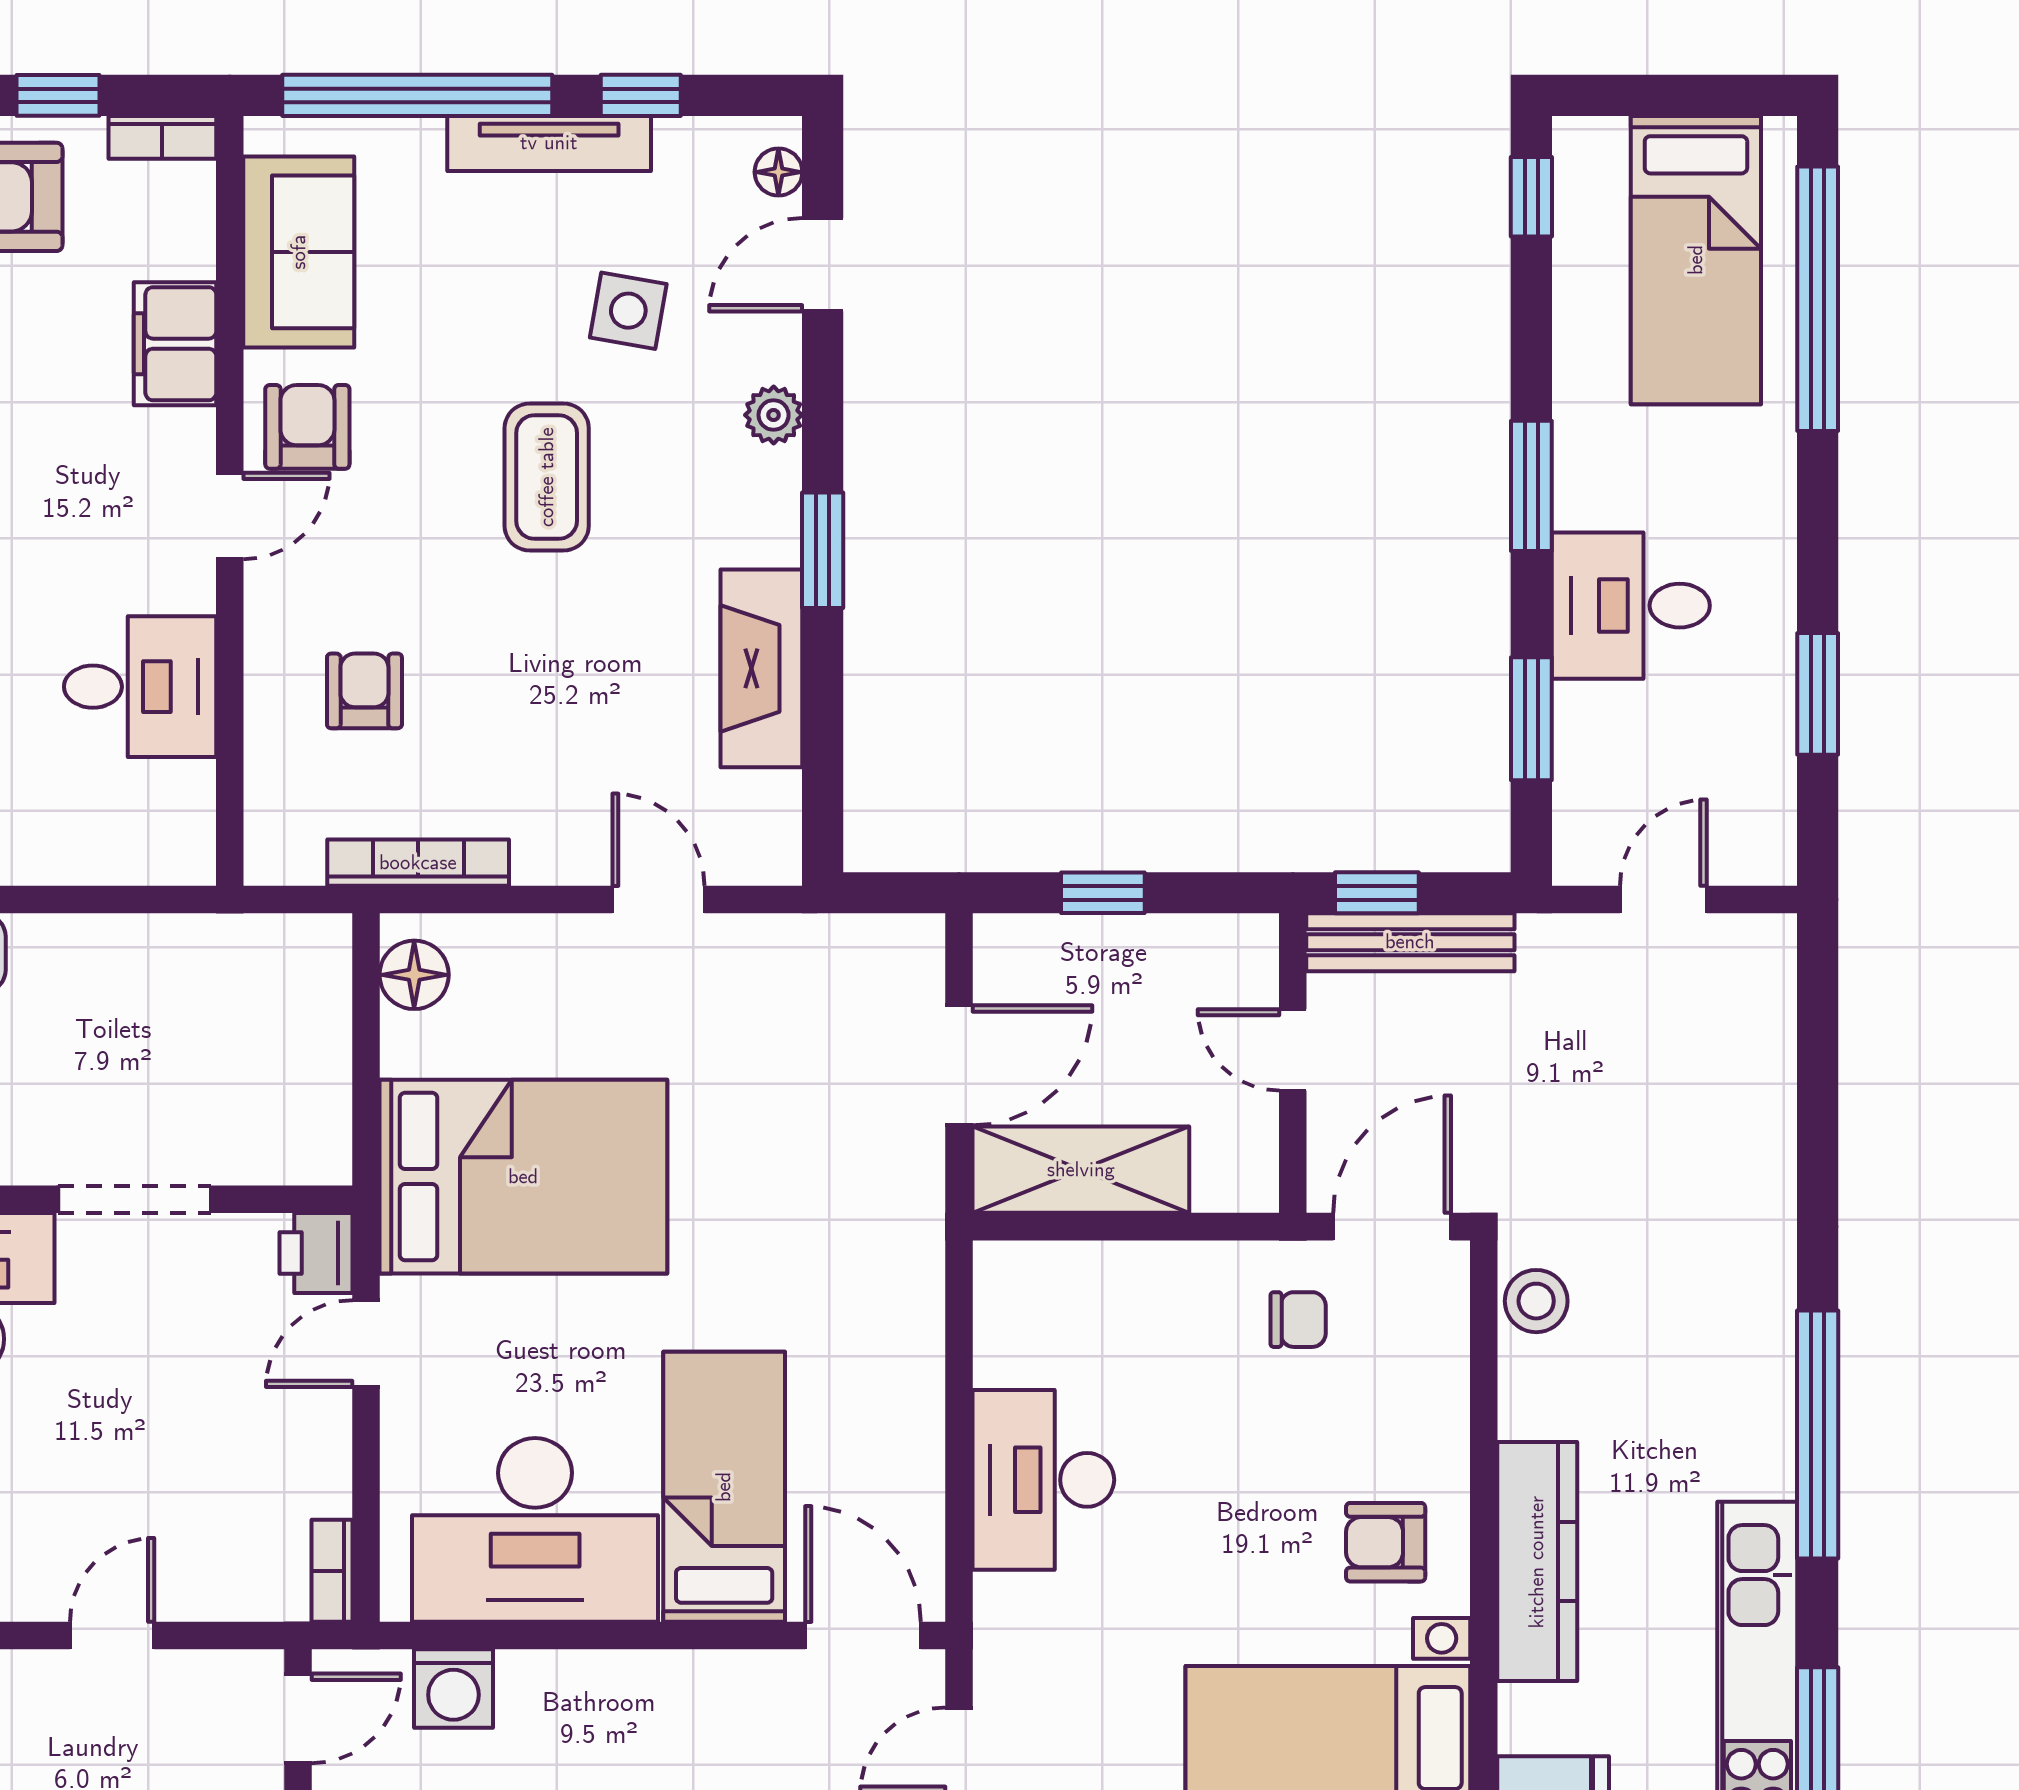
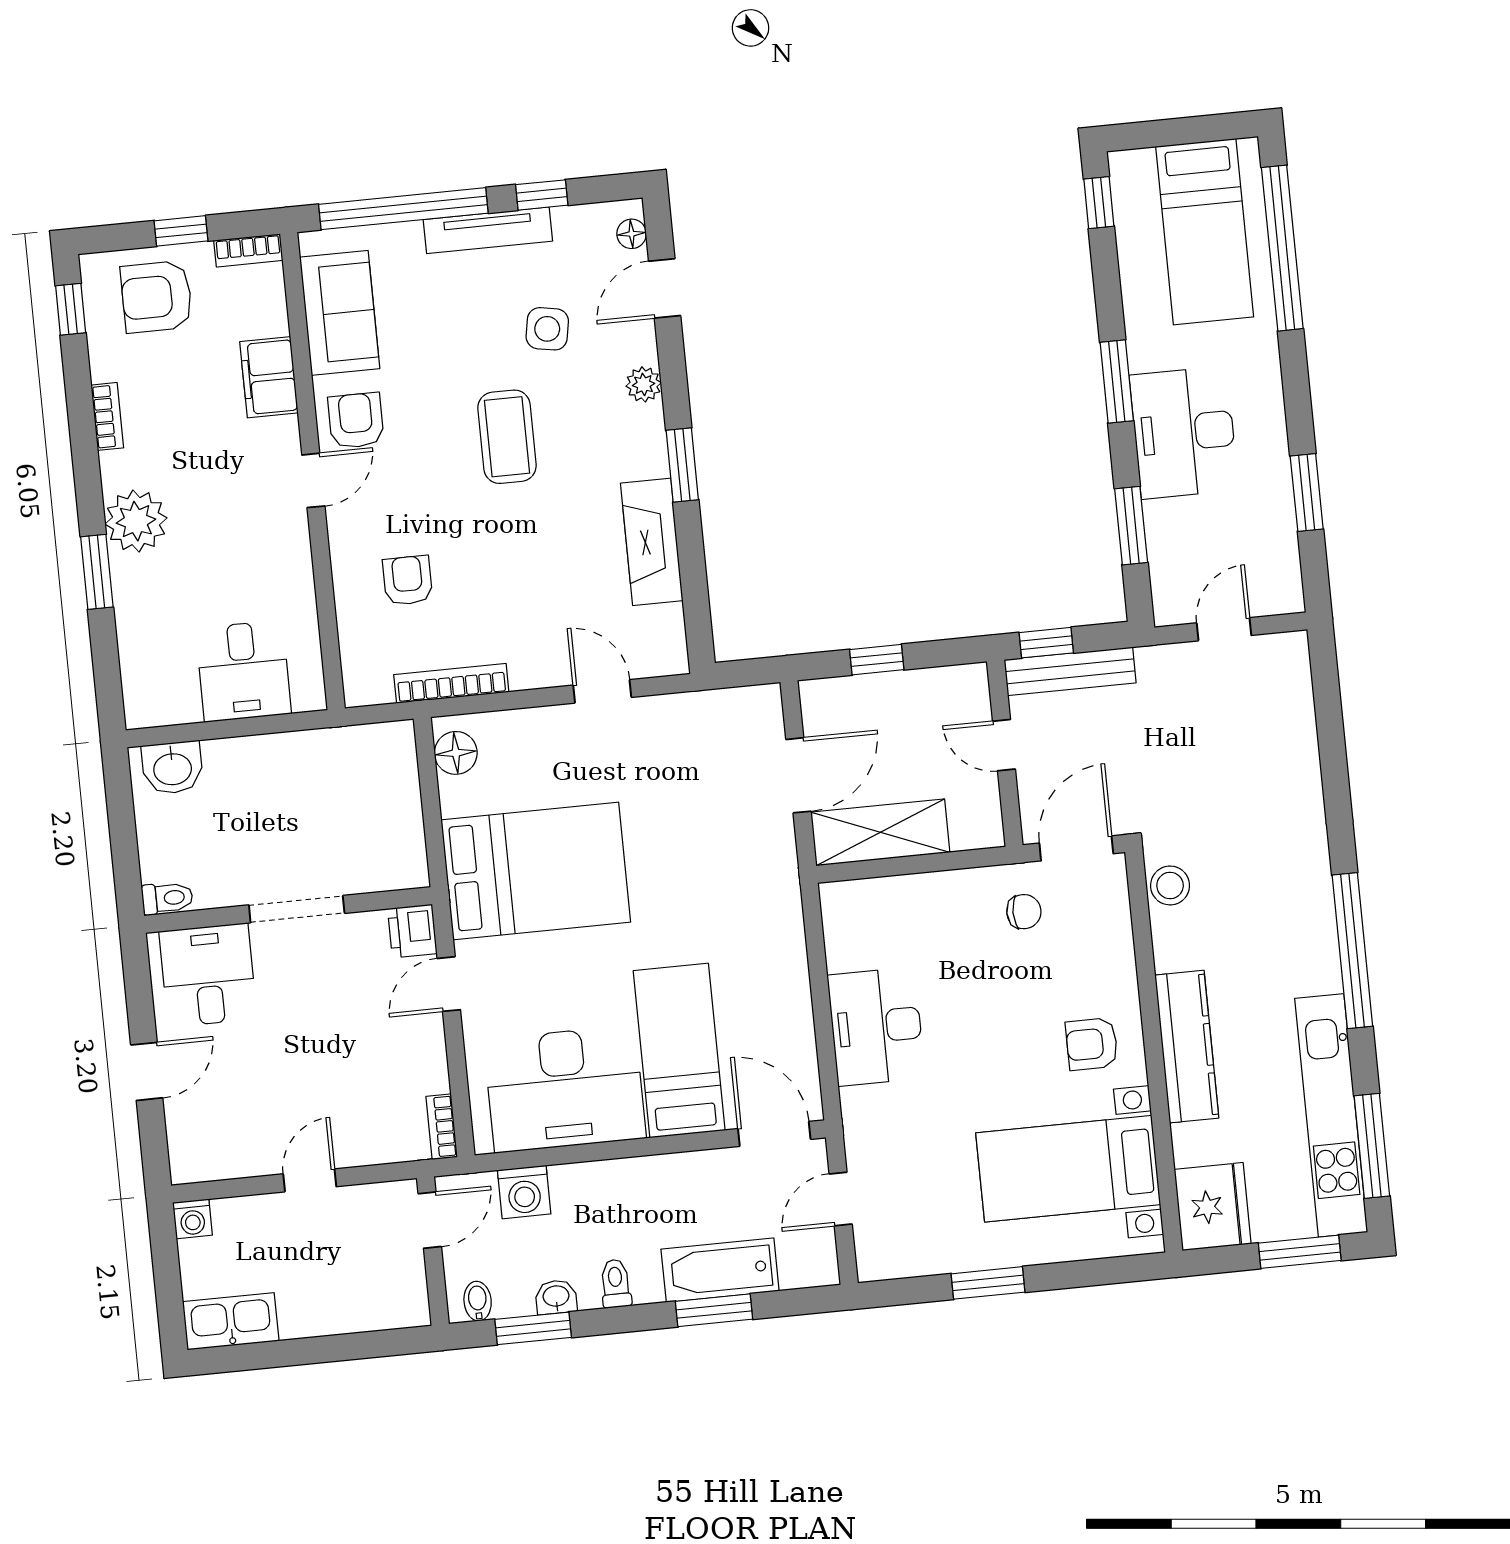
desk: (1631, 606) -> (1184, 433), width x1.37
desk: (140, 687) -> (243, 671), moved, turned 90

